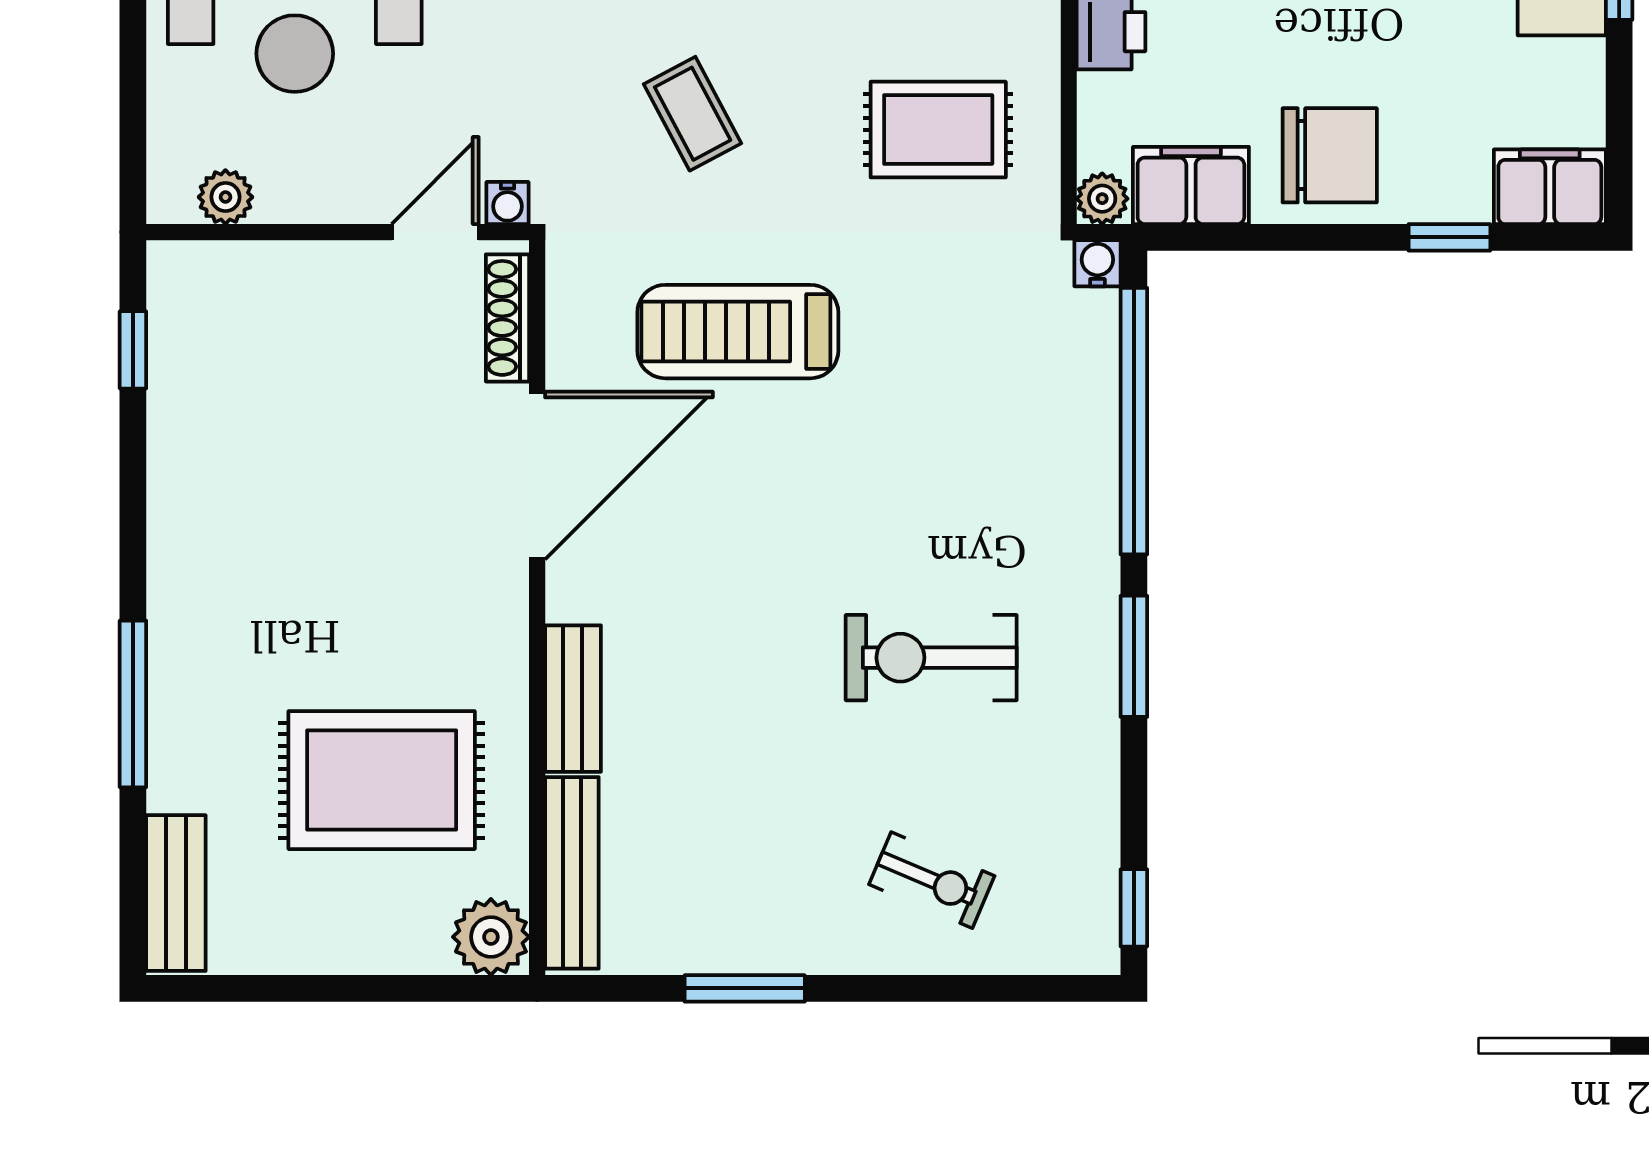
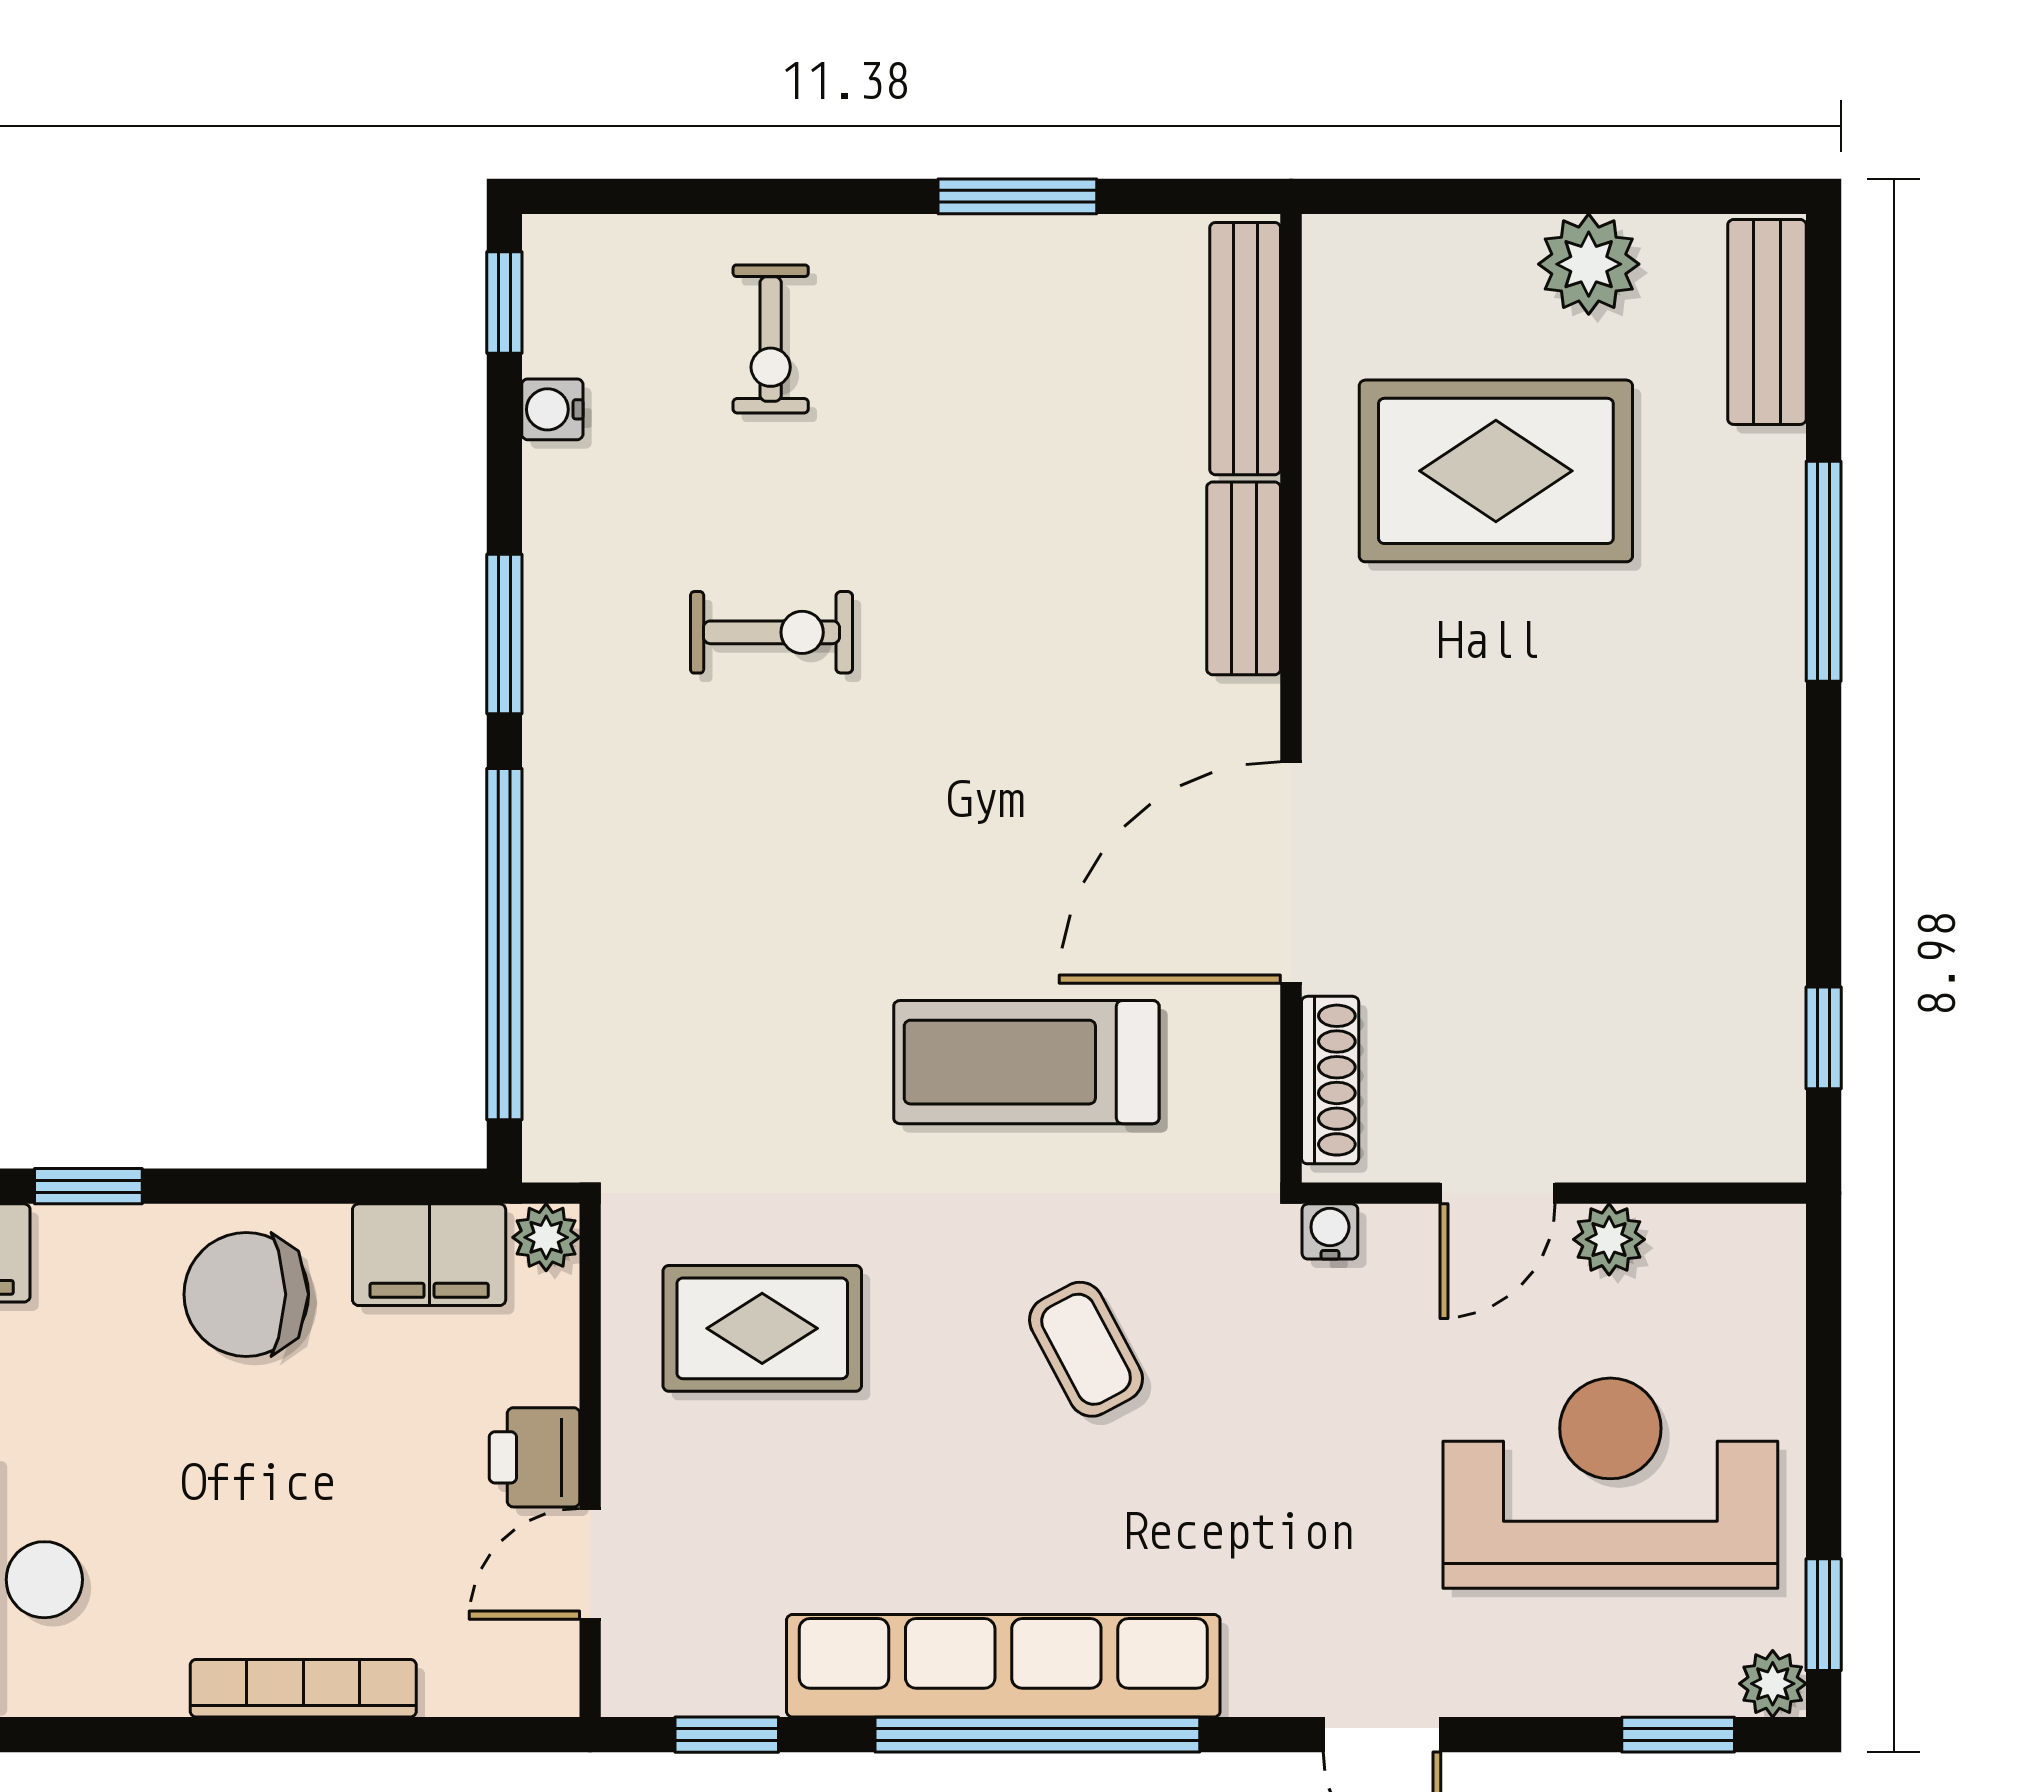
plant: (225, 197) -> (1609, 1239), moved
door: (435, 232) -> (1498, 1193), moved
water cooler: (1097, 263) -> (552, 409), moved, turned 90
treadmill: (738, 332) -> (1026, 1062), turned 180
exercise bike: (931, 658) -> (771, 632), width x0.73, depth x0.72
exercise bike: (932, 880) -> (771, 339), turned -113
plant: (491, 937) -> (1589, 264), moved

